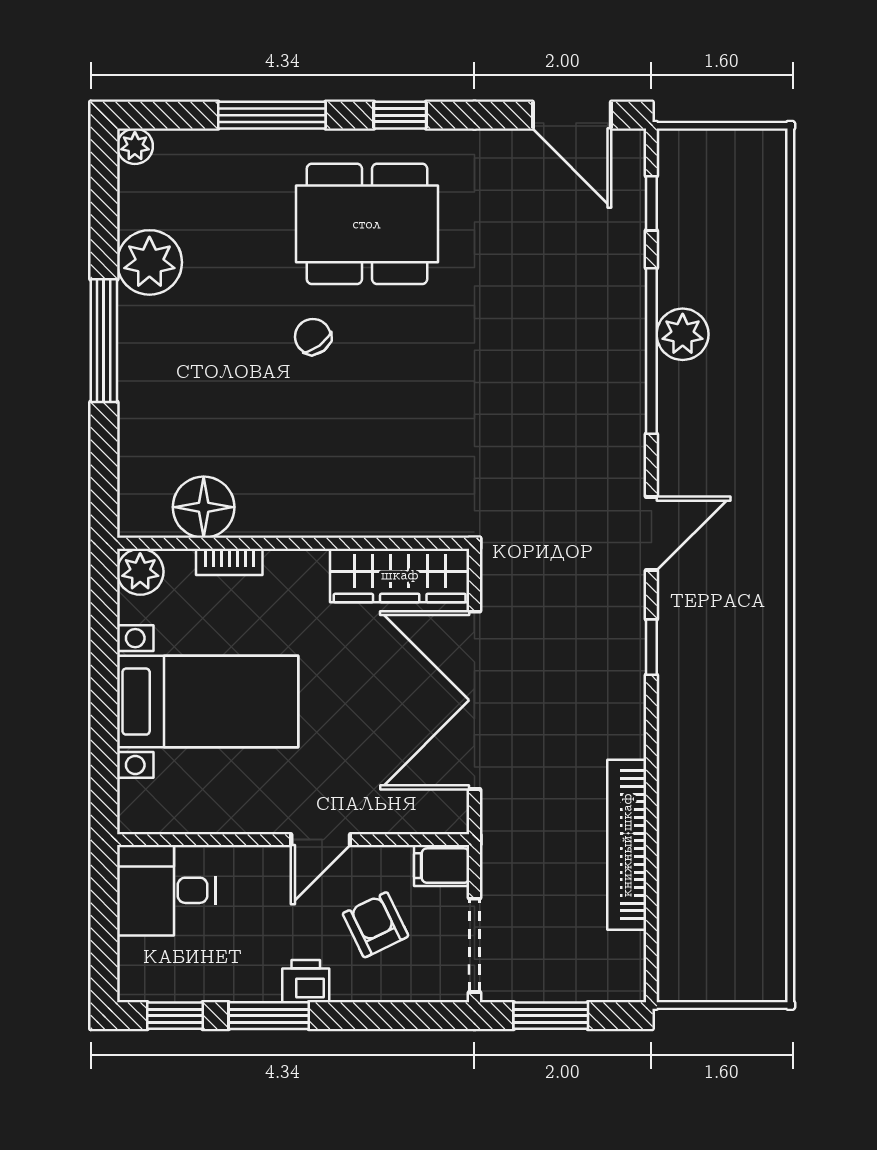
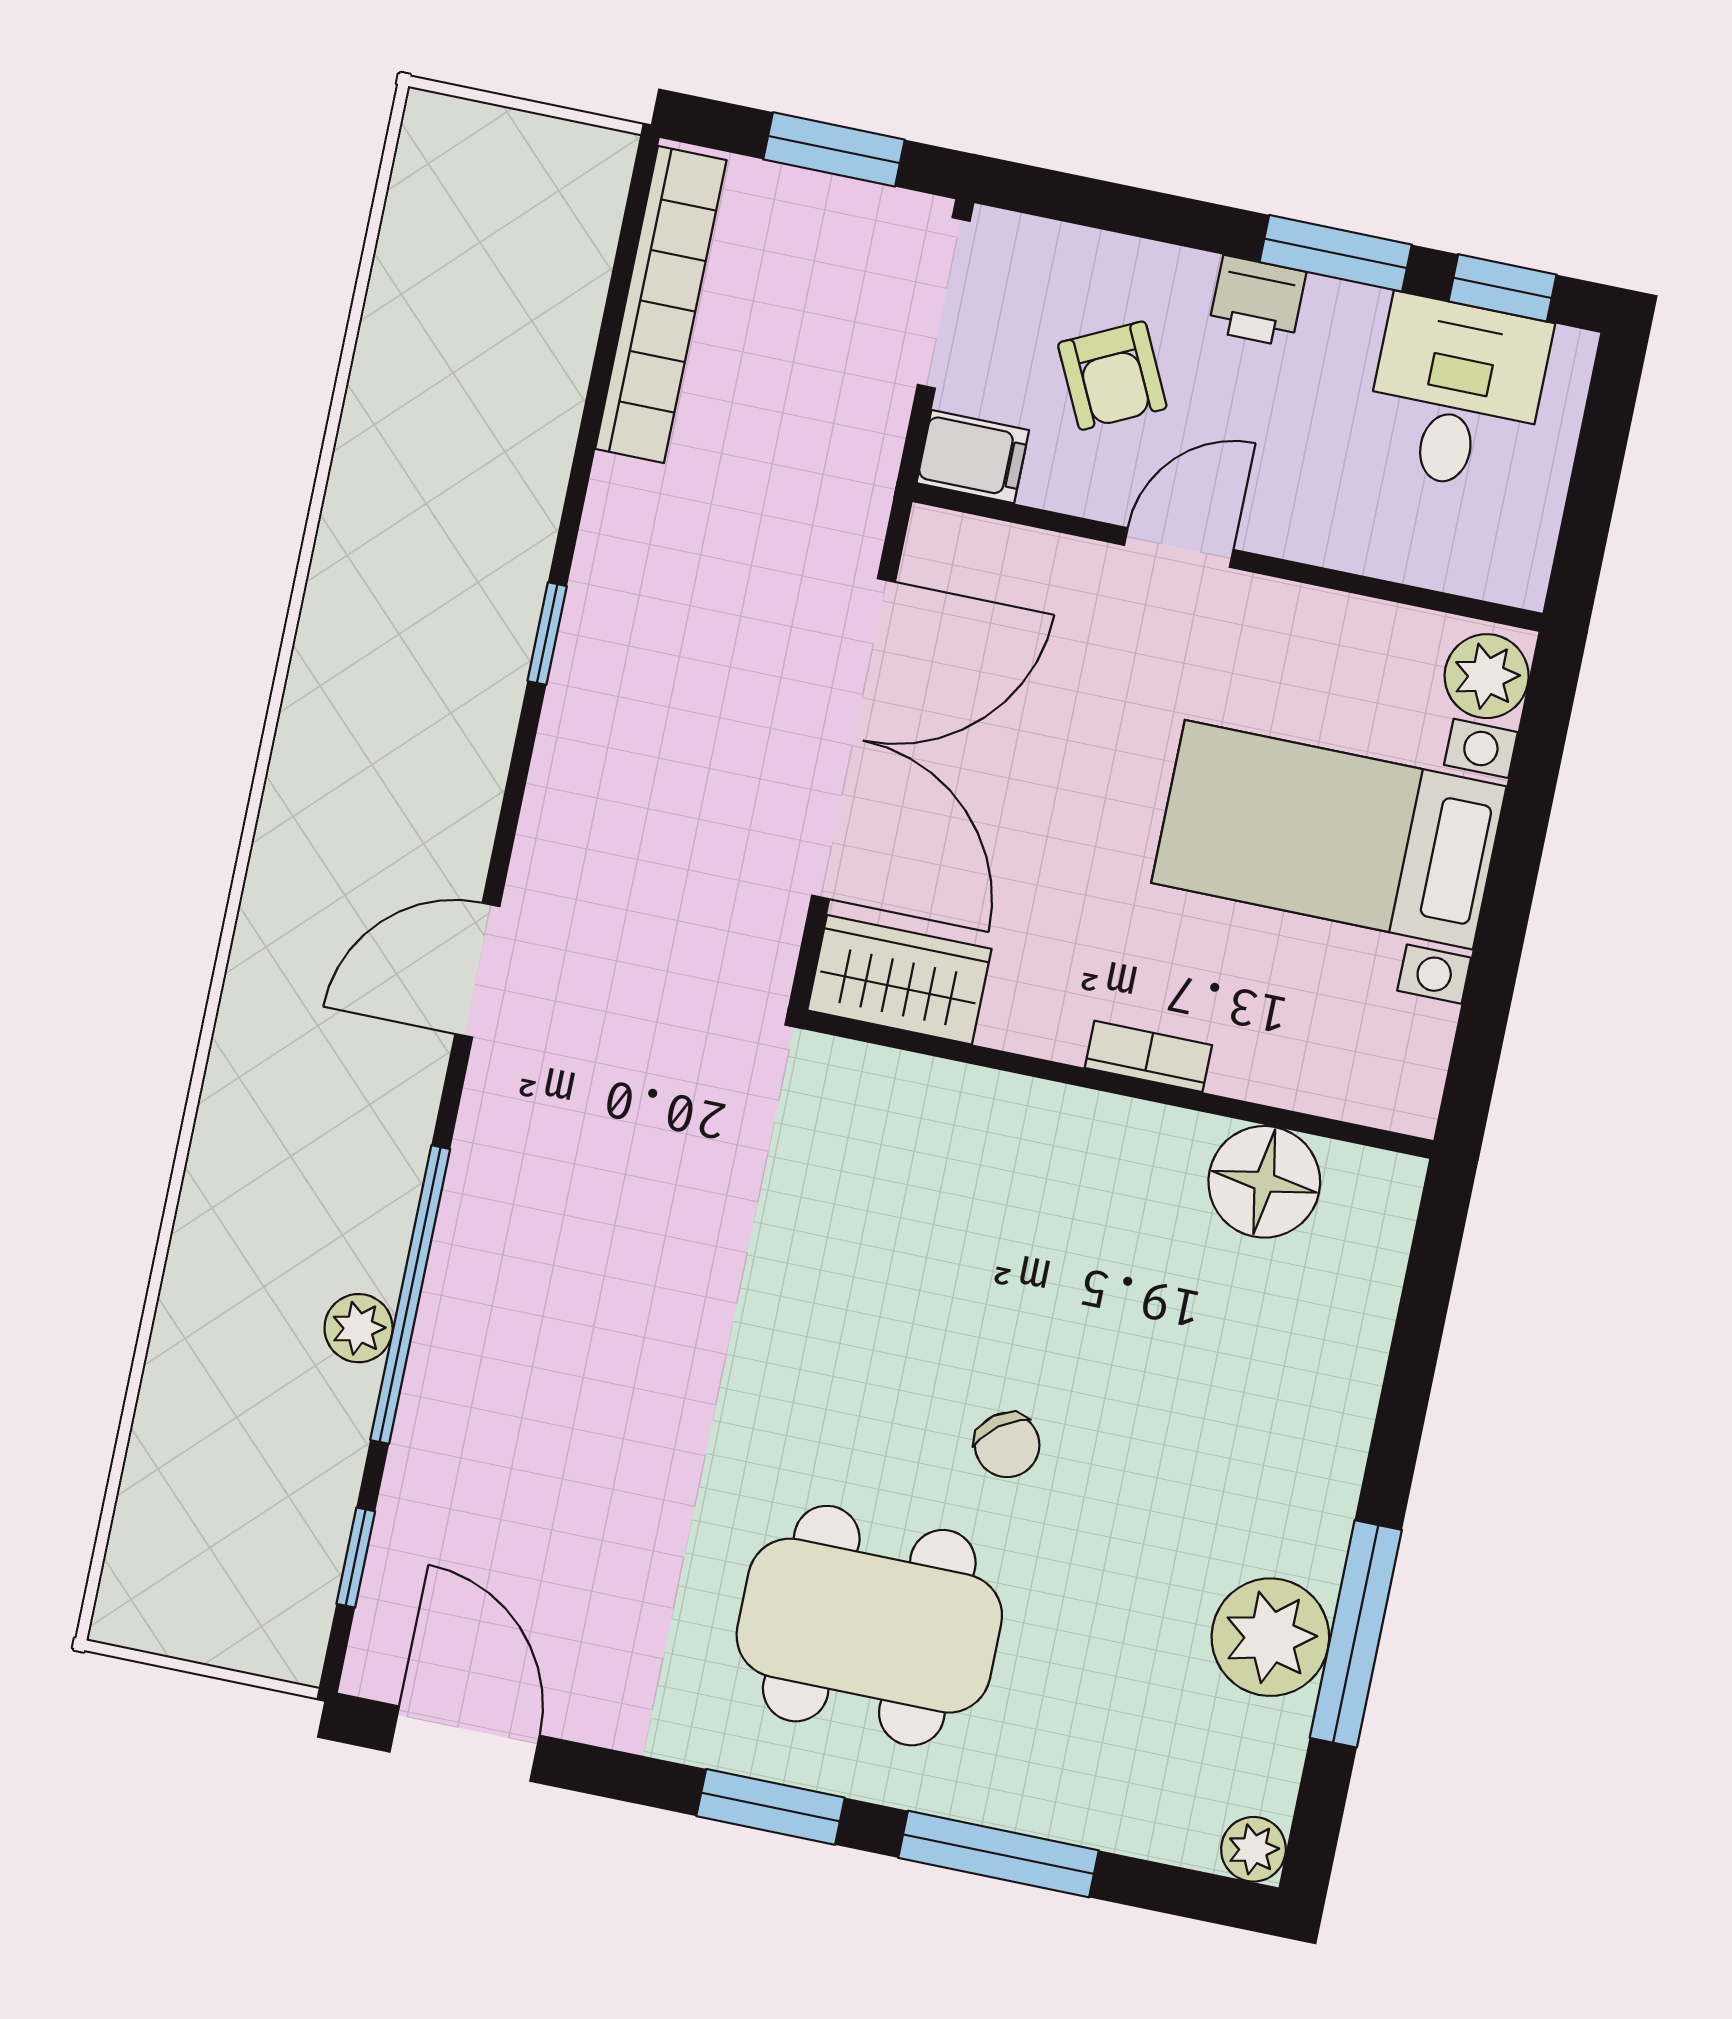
window: (400, 115) -> (771, 1807), width x1.50
plant: (683, 334) -> (359, 1328), width x0.73, depth x0.73
window: (104, 341) -> (1356, 1634), moved
bookcase: (229, 562) -> (1148, 1056), moved
plant: (140, 572) -> (1487, 676), moved
wardrobe: (400, 575) -> (899, 980), width x0.67
window: (651, 647) -> (547, 634), moved
bookcase: (627, 845) -> (661, 305), moved
desk: (166, 890) -> (1457, 394), moved, turned -90

